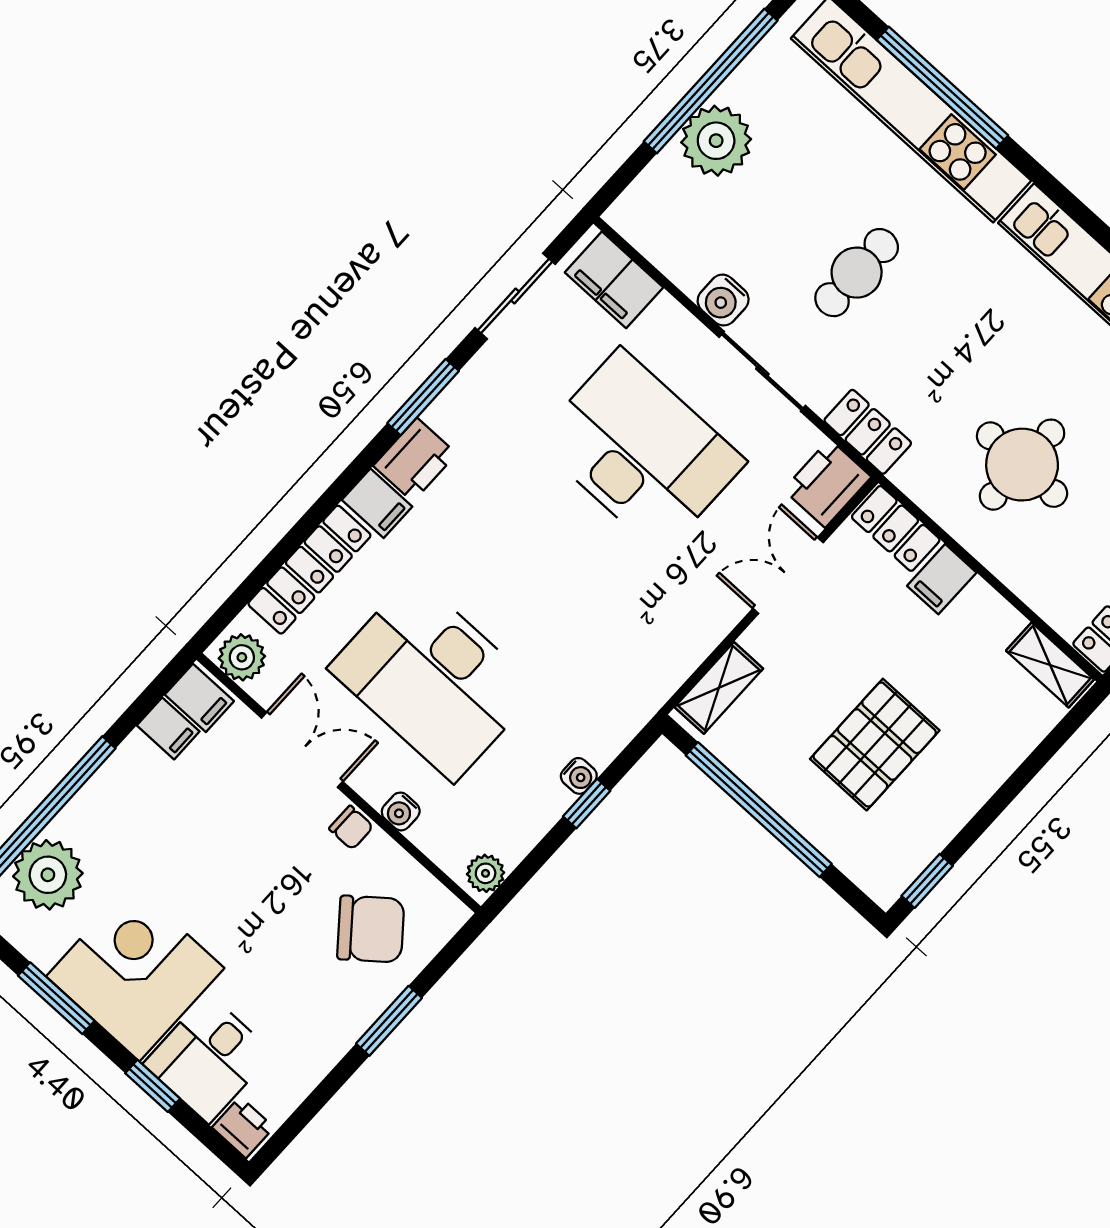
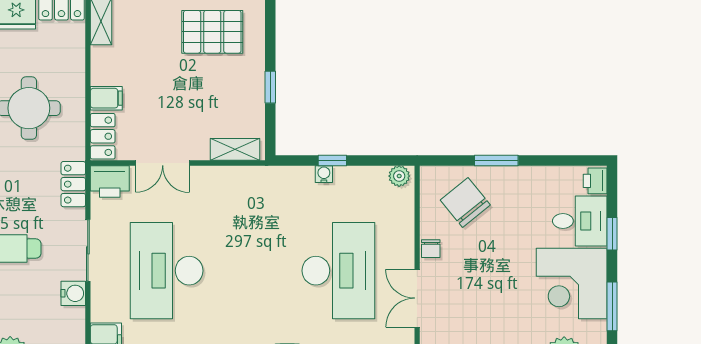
pallet: (875, 745) -> (212, 32), moved
window: (759, 810) -> (270, 87), width x0.32
water cooler: (401, 811) -> (405, 234), removed
chair: (351, 828) -> (431, 249), turned 180

